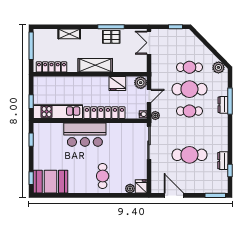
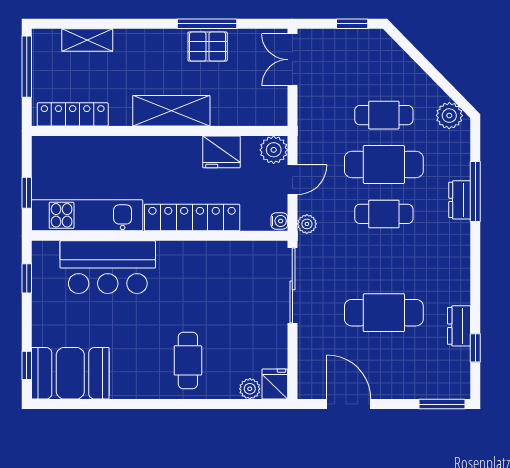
shelving: (69, 34) -> (87, 40), moved
bar counter: (85, 135) -> (108, 267), moved

